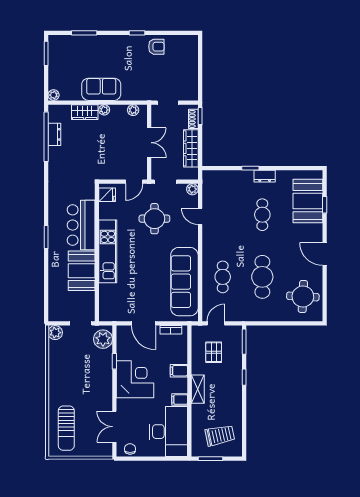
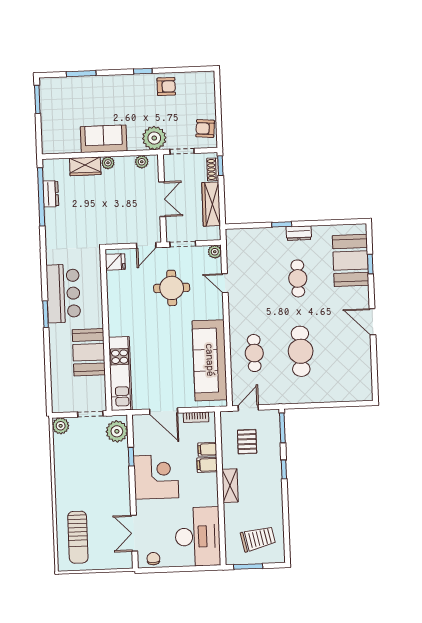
armchair: (188, 84) -> (205, 129), added
plant: (54, 95) -> (154, 138), moved, width x1.88, depth x1.88
bar counter: (81, 225) -> (63, 293), moved, turned 180
kitchen unit: (108, 251) -> (120, 374), moved
round table: (303, 296) -> (349, 372), removed
filing cabinet: (180, 400) -> (207, 449), moved

